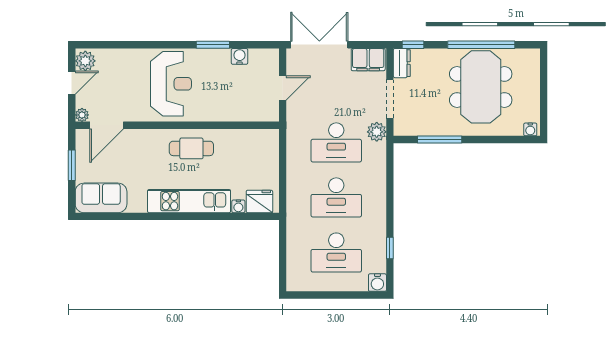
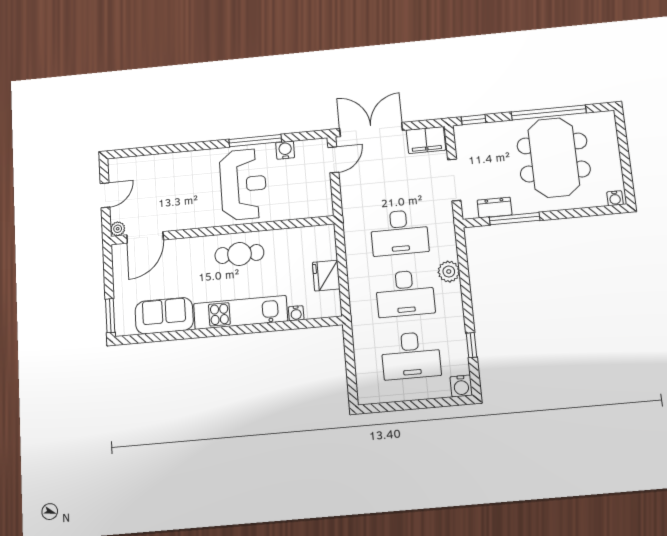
window: (213, 45) -> (255, 141), width x1.44
plant: (85, 61) -> (119, 171), removed
dresser: (402, 63) -> (495, 207), moved, turned -90
reception desk: (171, 84) -> (243, 184), moved
door: (283, 88) -> (333, 160), moved
plant: (377, 132) -> (449, 272), moved
window: (72, 165) -> (110, 316), moved
sofa: (101, 198) -> (164, 316), moved
fridge: (259, 201) -> (326, 276), moved, turned -90

